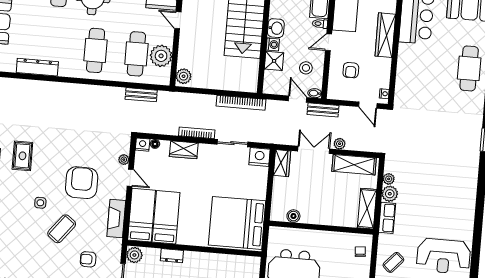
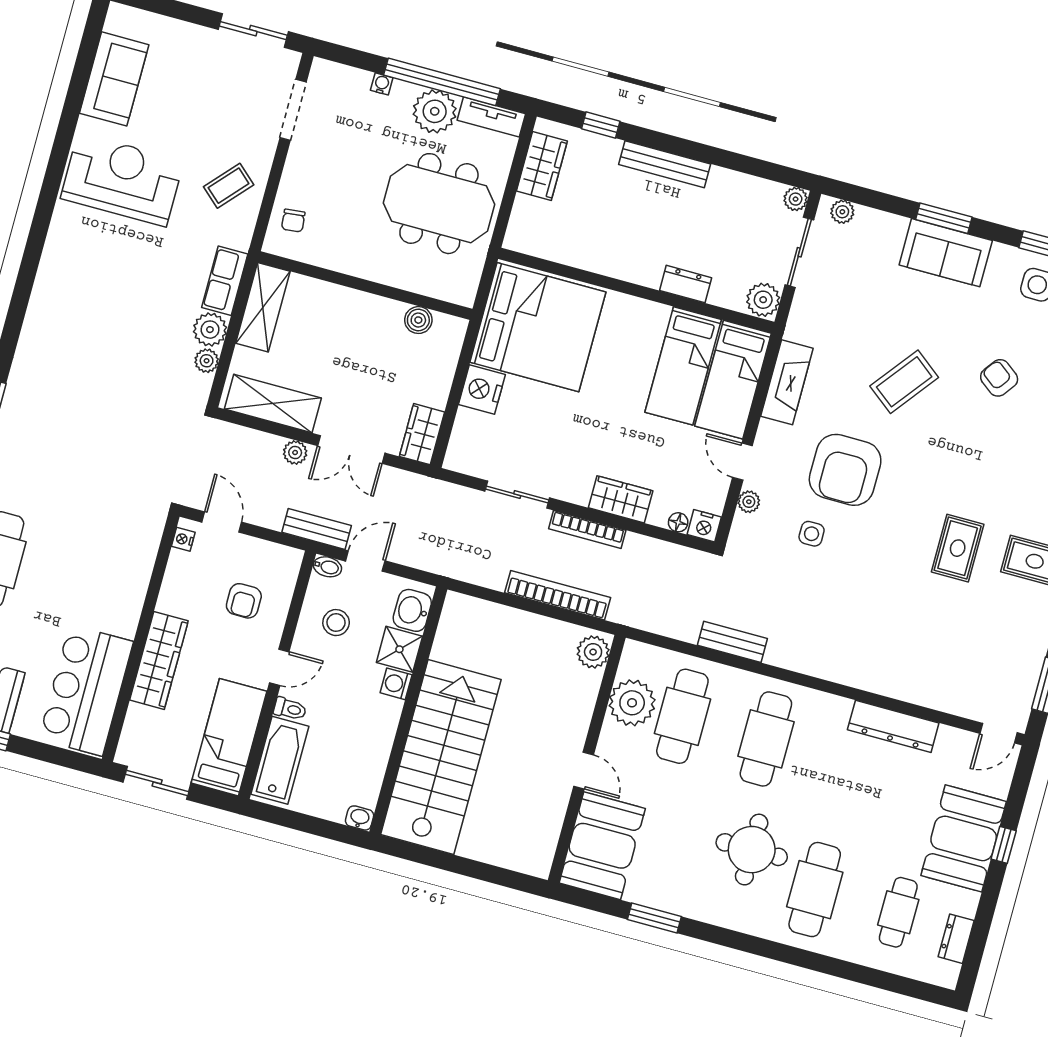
washbasin: (276, 28) -> (412, 610), moved
armchair: (351, 70) -> (244, 601), turned 180
bench: (141, 95) -> (732, 642), moved
door: (298, 99) -> (365, 561), swing flipped
bookcase: (241, 103) -> (558, 595), moved
nightstand: (260, 157) -> (482, 390), moved, turned 90
side table: (40, 203) -> (812, 534), moved
armchair: (88, 259) -> (999, 378), moved, turned -143

